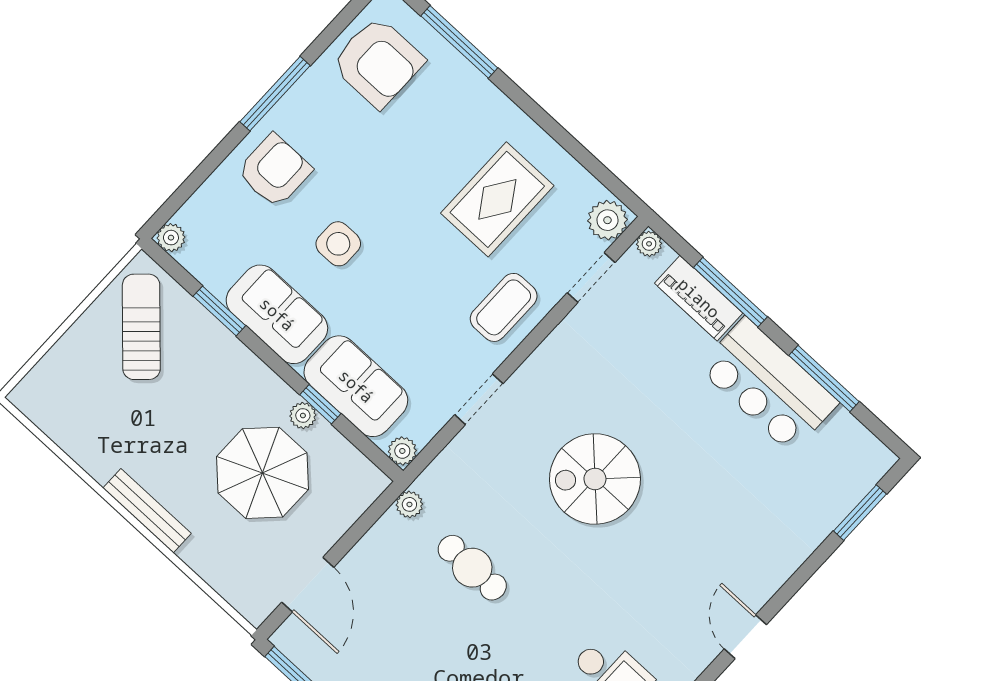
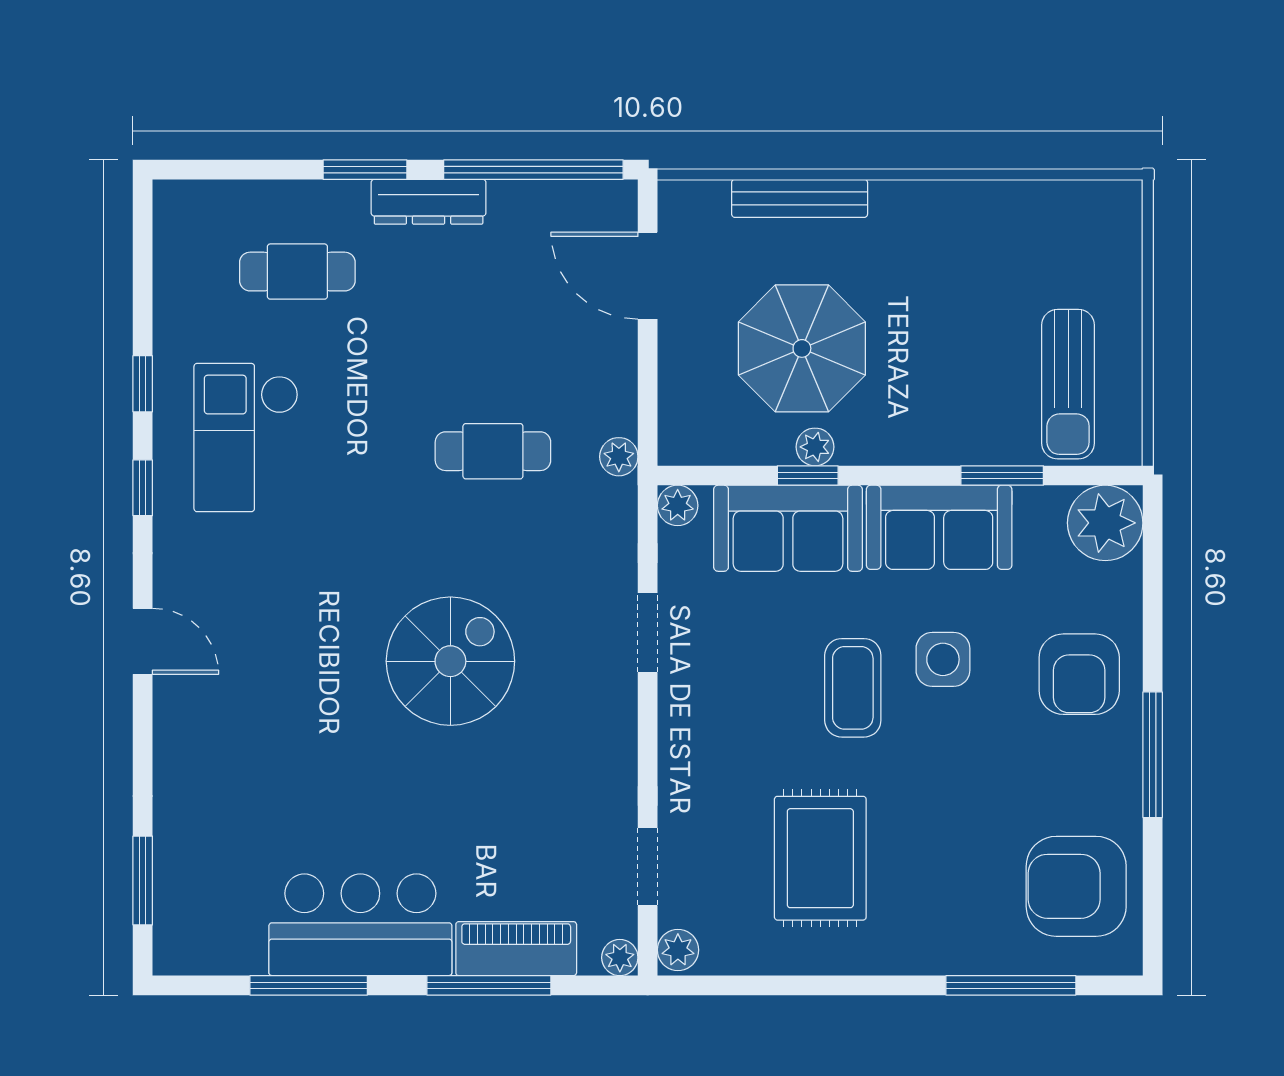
plant: (607, 220) -> (678, 950), width x0.73, depth x0.73
plant: (171, 238) -> (1105, 523), width x1.88, depth x1.88
coffee table: (504, 307) -> (853, 688), moved
sun lounger: (141, 327) -> (1068, 384), turned 43
bench: (147, 511) -> (800, 198), moved

